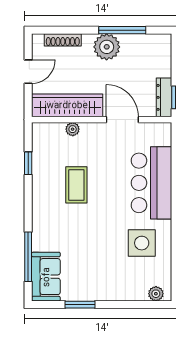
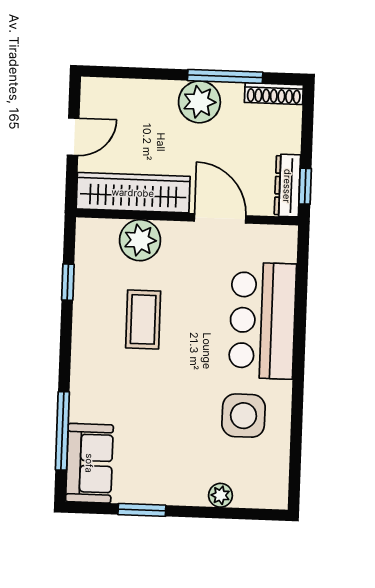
shoe rack: (63, 40) -> (274, 94), moved
plant: (73, 129) -> (140, 240), width x1.88, depth x1.88
plant: (156, 294) -> (220, 495), moved

